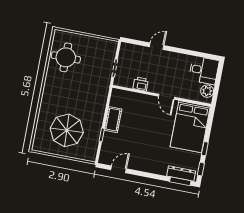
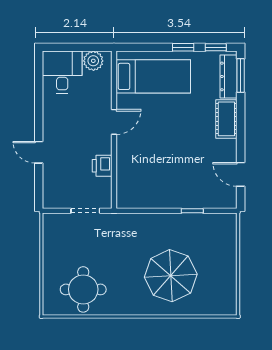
cot: (113, 120) -> (226, 119), moved, turned 90
bed: (190, 127) -> (153, 76), width x0.67
parasol: (67, 130) -> (171, 276), moved

